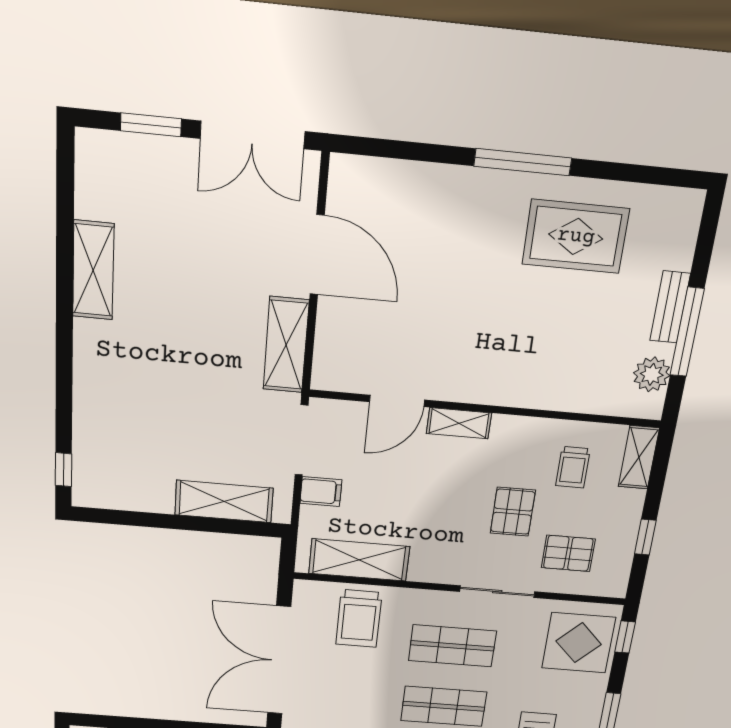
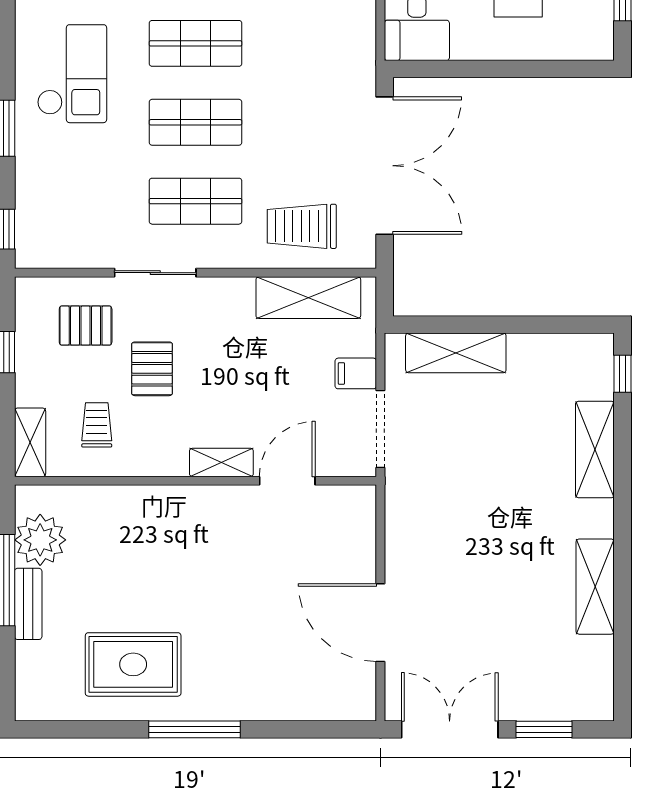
shelving: (286, 345) -> (595, 450), moved
plant: (652, 374) -> (40, 540), width x1.36, depth x1.36
trolley: (359, 618) -> (302, 226), turned -90
display table: (579, 643) -> (56, 217), removed

